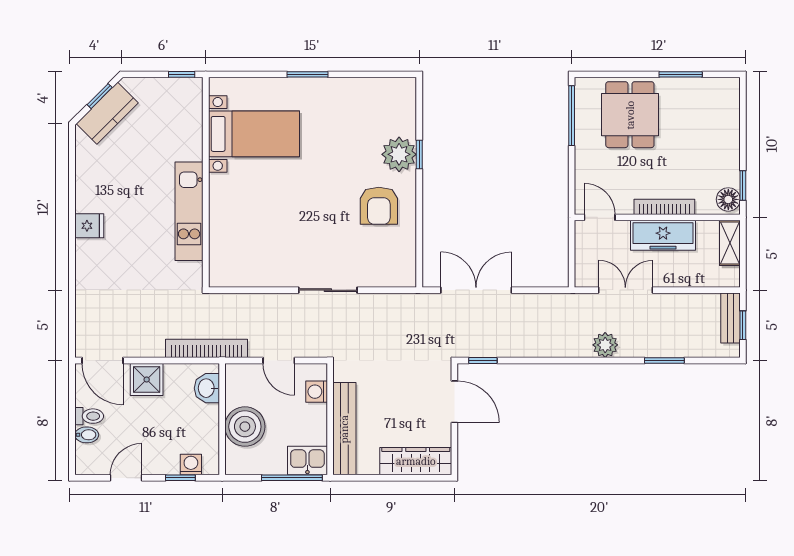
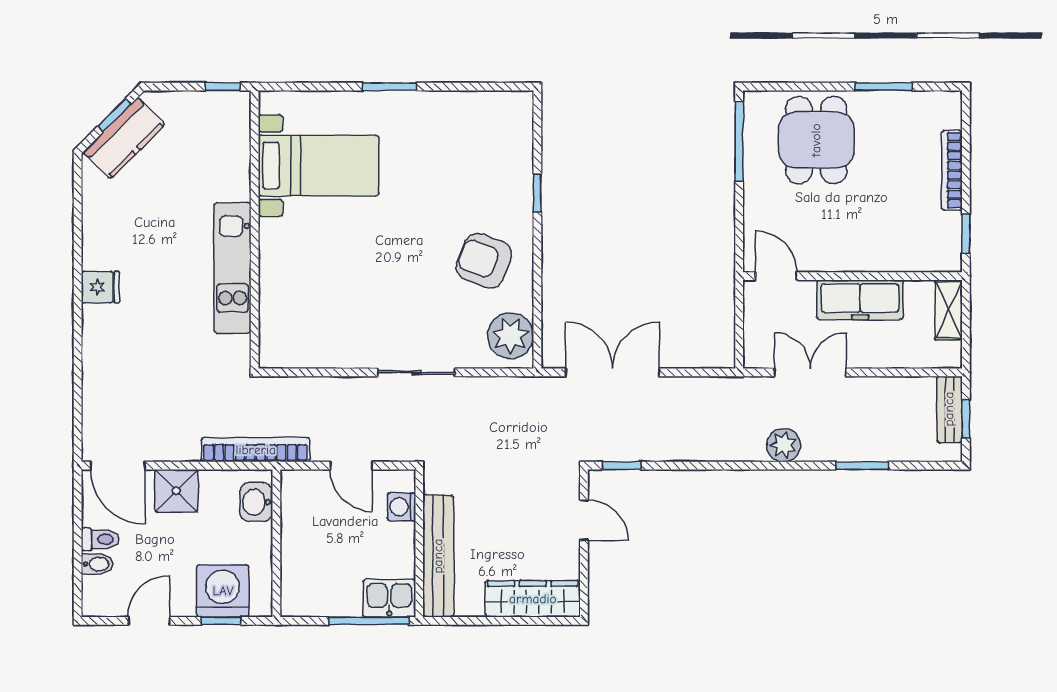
plant: (399, 154) -> (511, 336), moved
floor lamp: (728, 199) -> (947, 252), removed
armchair: (379, 206) -> (484, 261), turned 111
bookcase: (664, 207) -> (952, 170), moved, turned -90
door: (454, 402) -> (584, 520), width x0.73
boiler: (245, 427) -> (306, 553), removed
washing machine: (191, 464) -> (223, 591), width x1.89, depth x1.89

